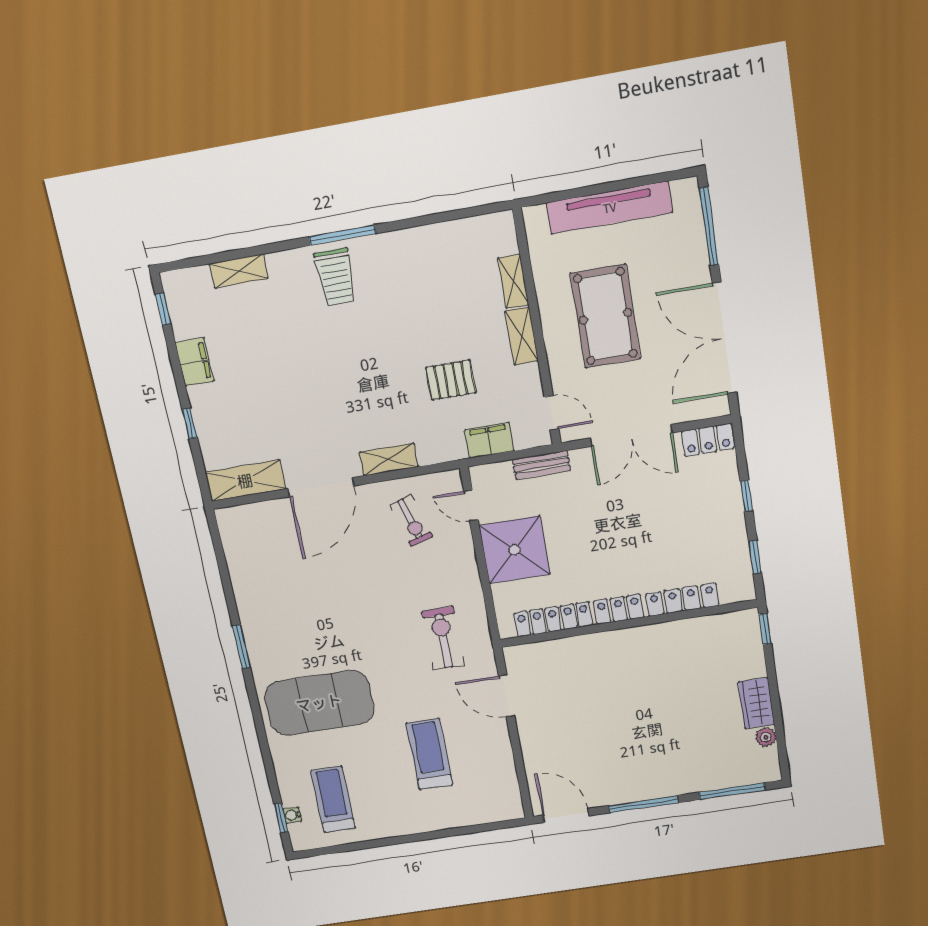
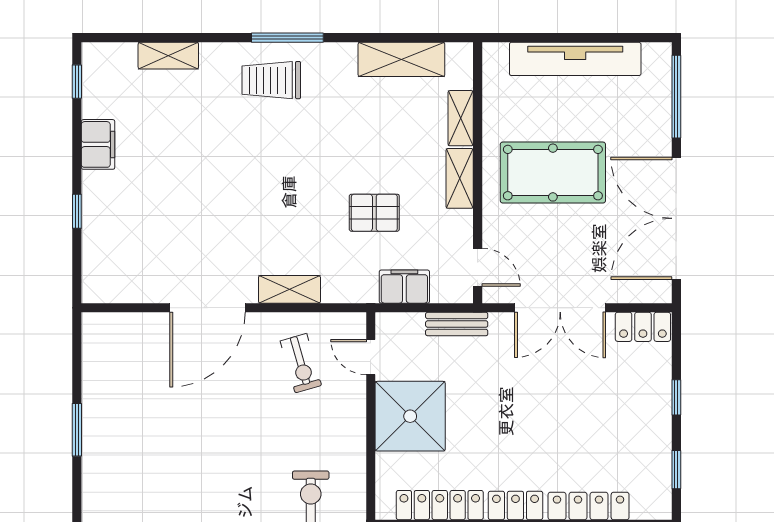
trolley: (336, 277) -> (271, 80), turned 90
pool table: (605, 316) -> (553, 173), turned 90
shelving: (245, 481) -> (401, 59), moved
window: (241, 647) -> (77, 430), moved

